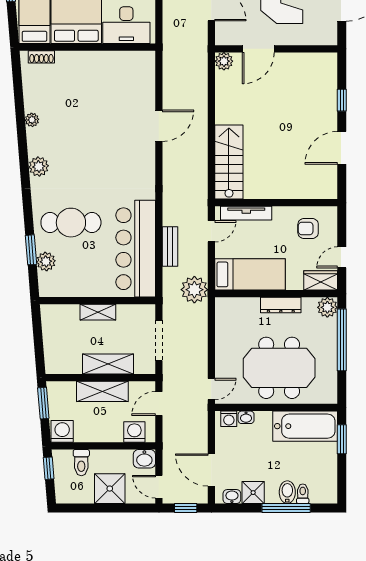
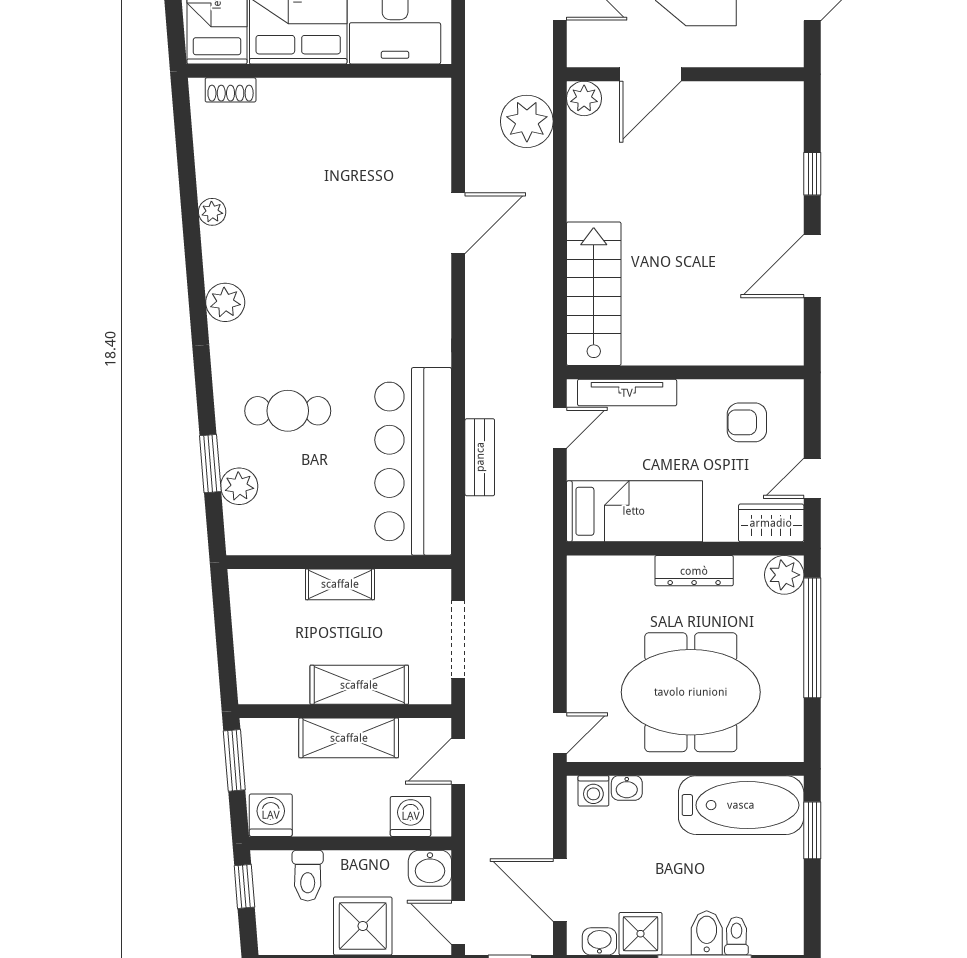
cafe table: (71, 223) -> (288, 411), width x0.73, depth x0.74
plant: (194, 290) -> (527, 121), moved

